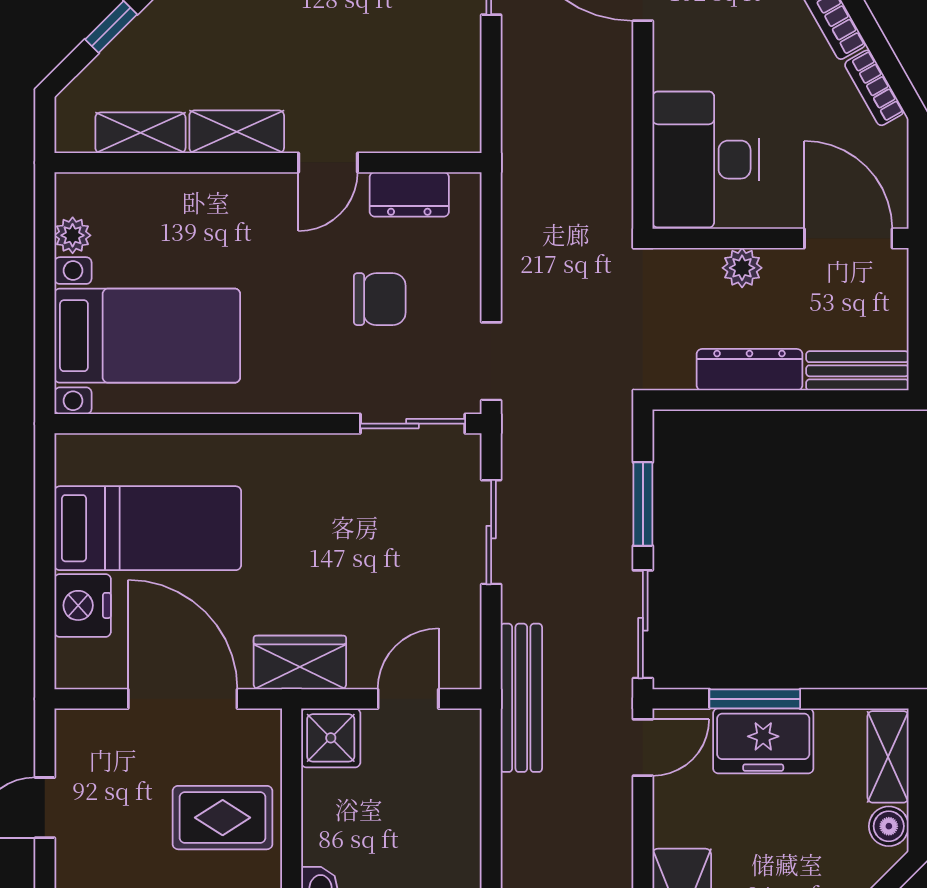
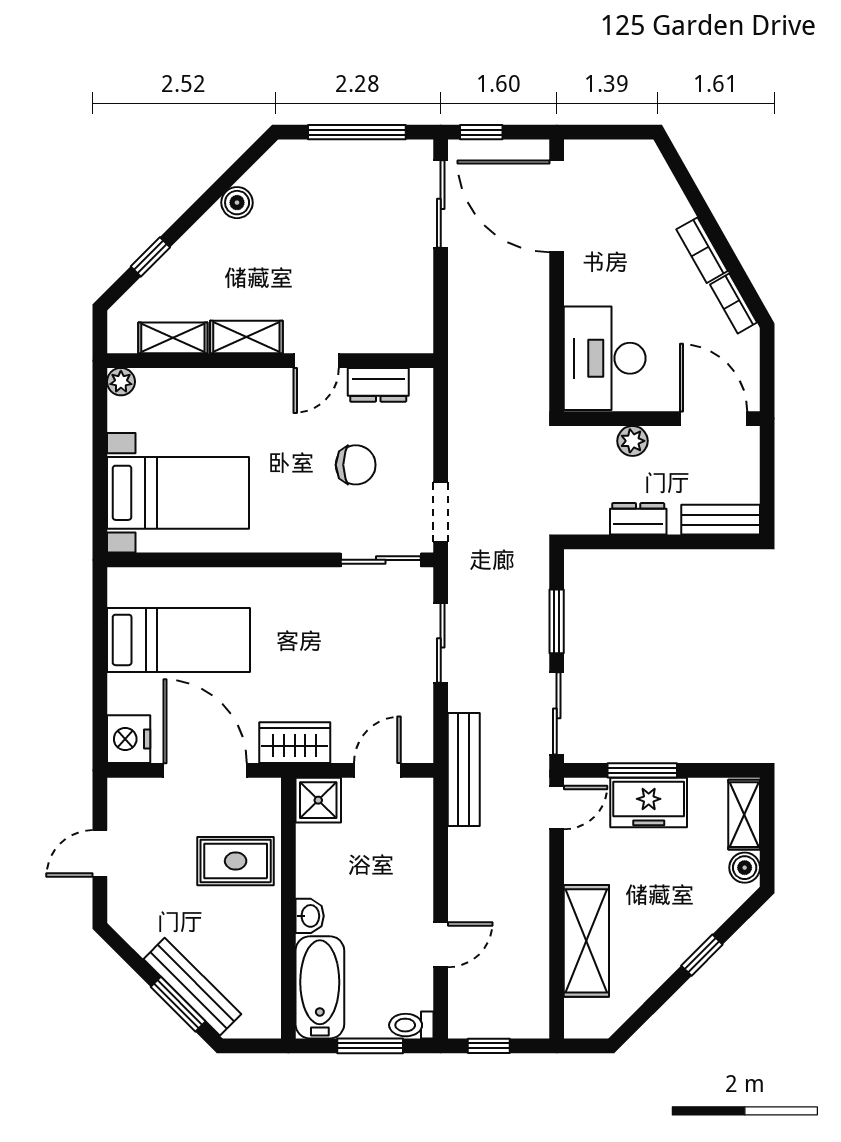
plant: (73, 235) -> (121, 382), moved
dresser: (749, 370) -> (638, 519), width x0.70
nightstand: (83, 605) -> (129, 739), moved

